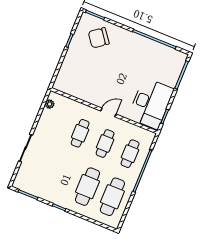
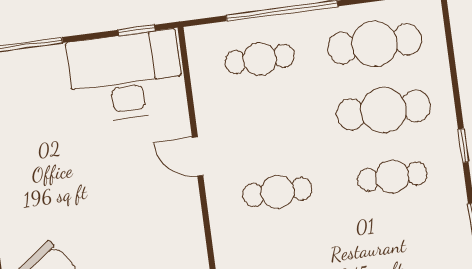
cafe table: (105, 143) -> (392, 177), moved

